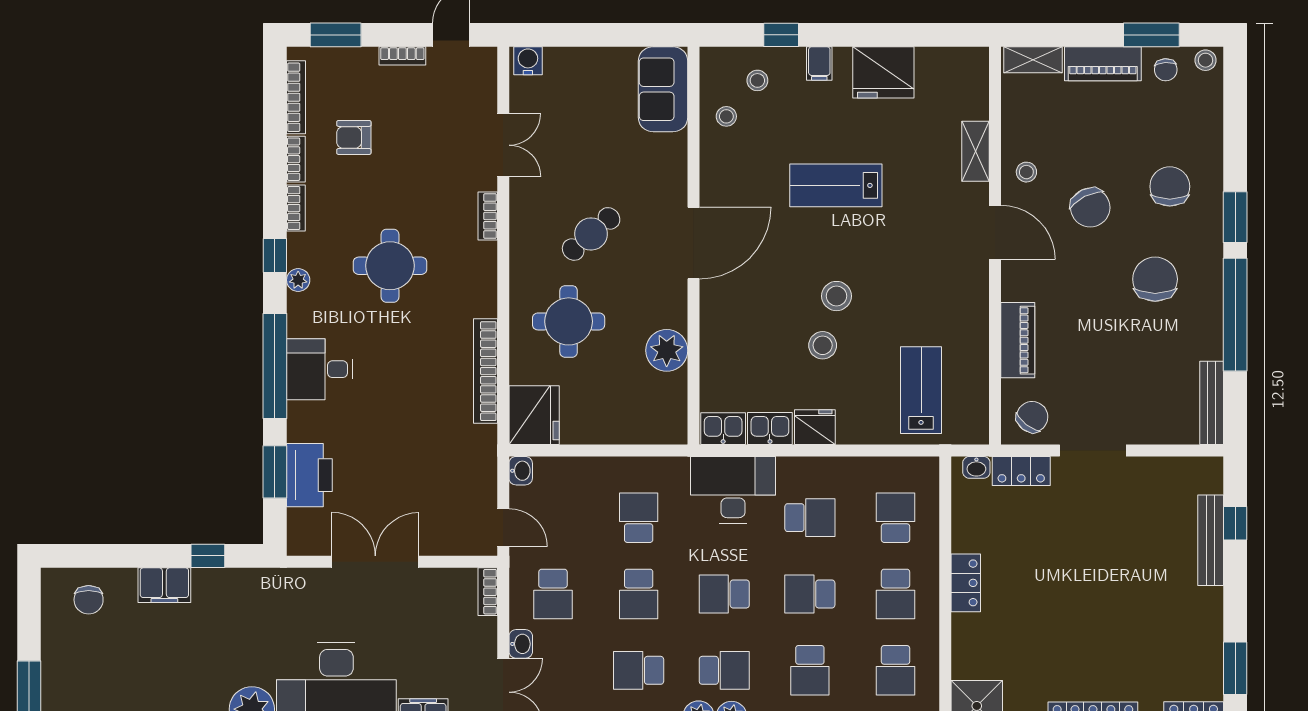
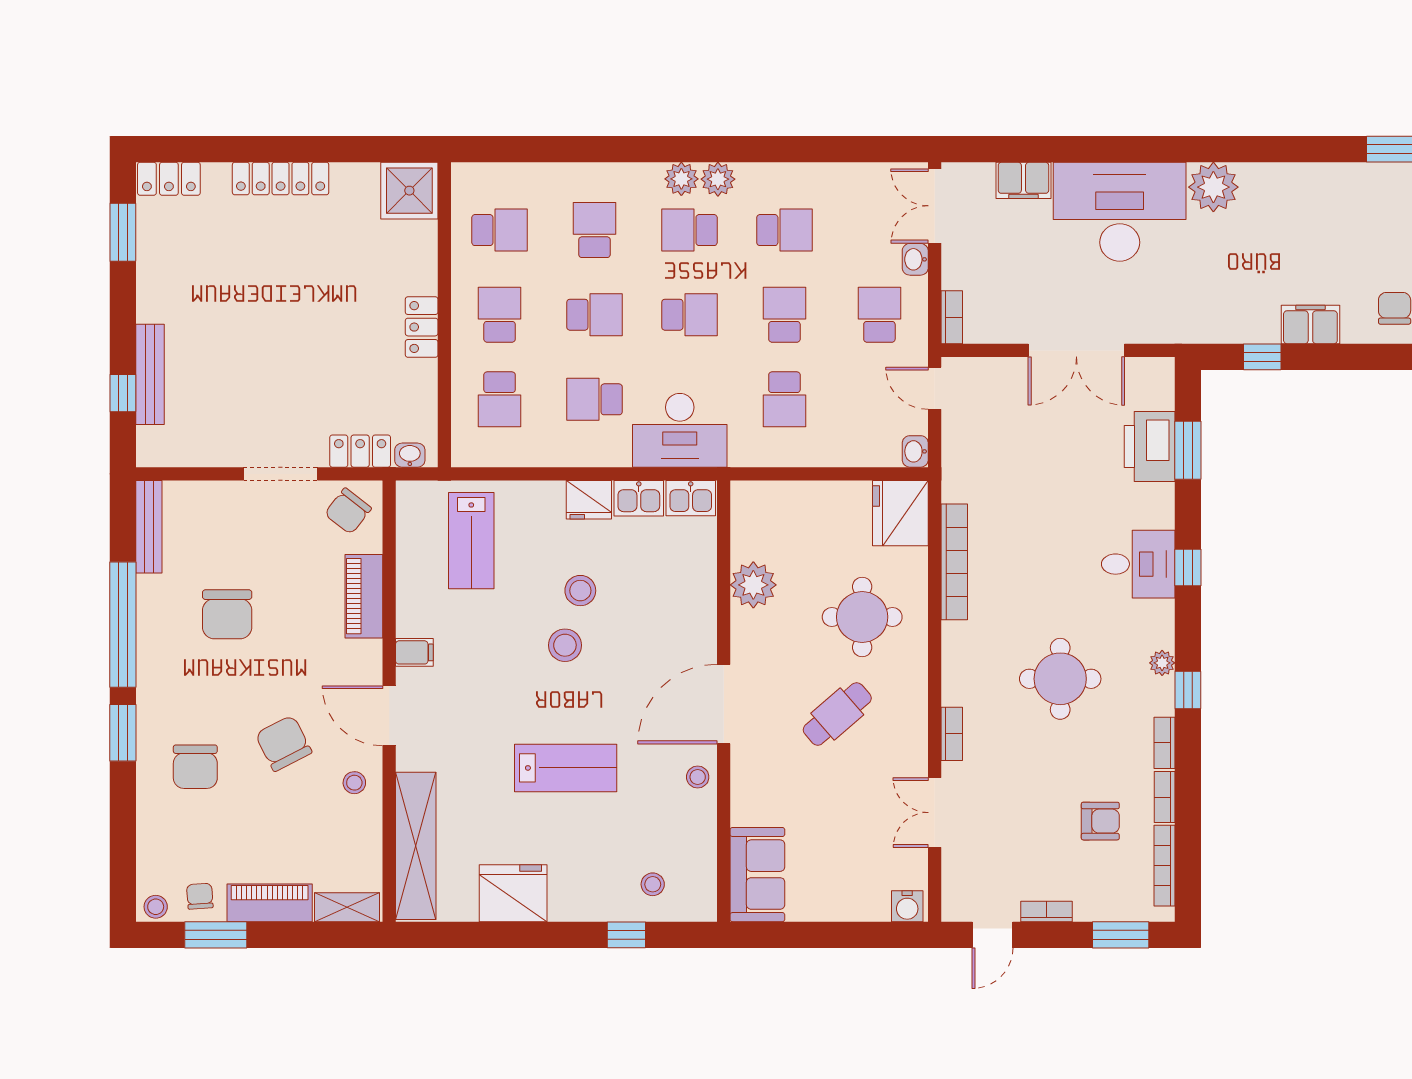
filing cabinet: (819, 63) -> (414, 652), moved, turned 90
stool: (726, 116) -> (698, 777), moved
shelving: (976, 151) -> (416, 846), width x2.20, depth x1.33
chair: (1155, 279) -> (227, 614), moved
window: (275, 366) -> (1188, 568), width x0.32
school desk: (896, 670) -> (500, 230), turned 90

